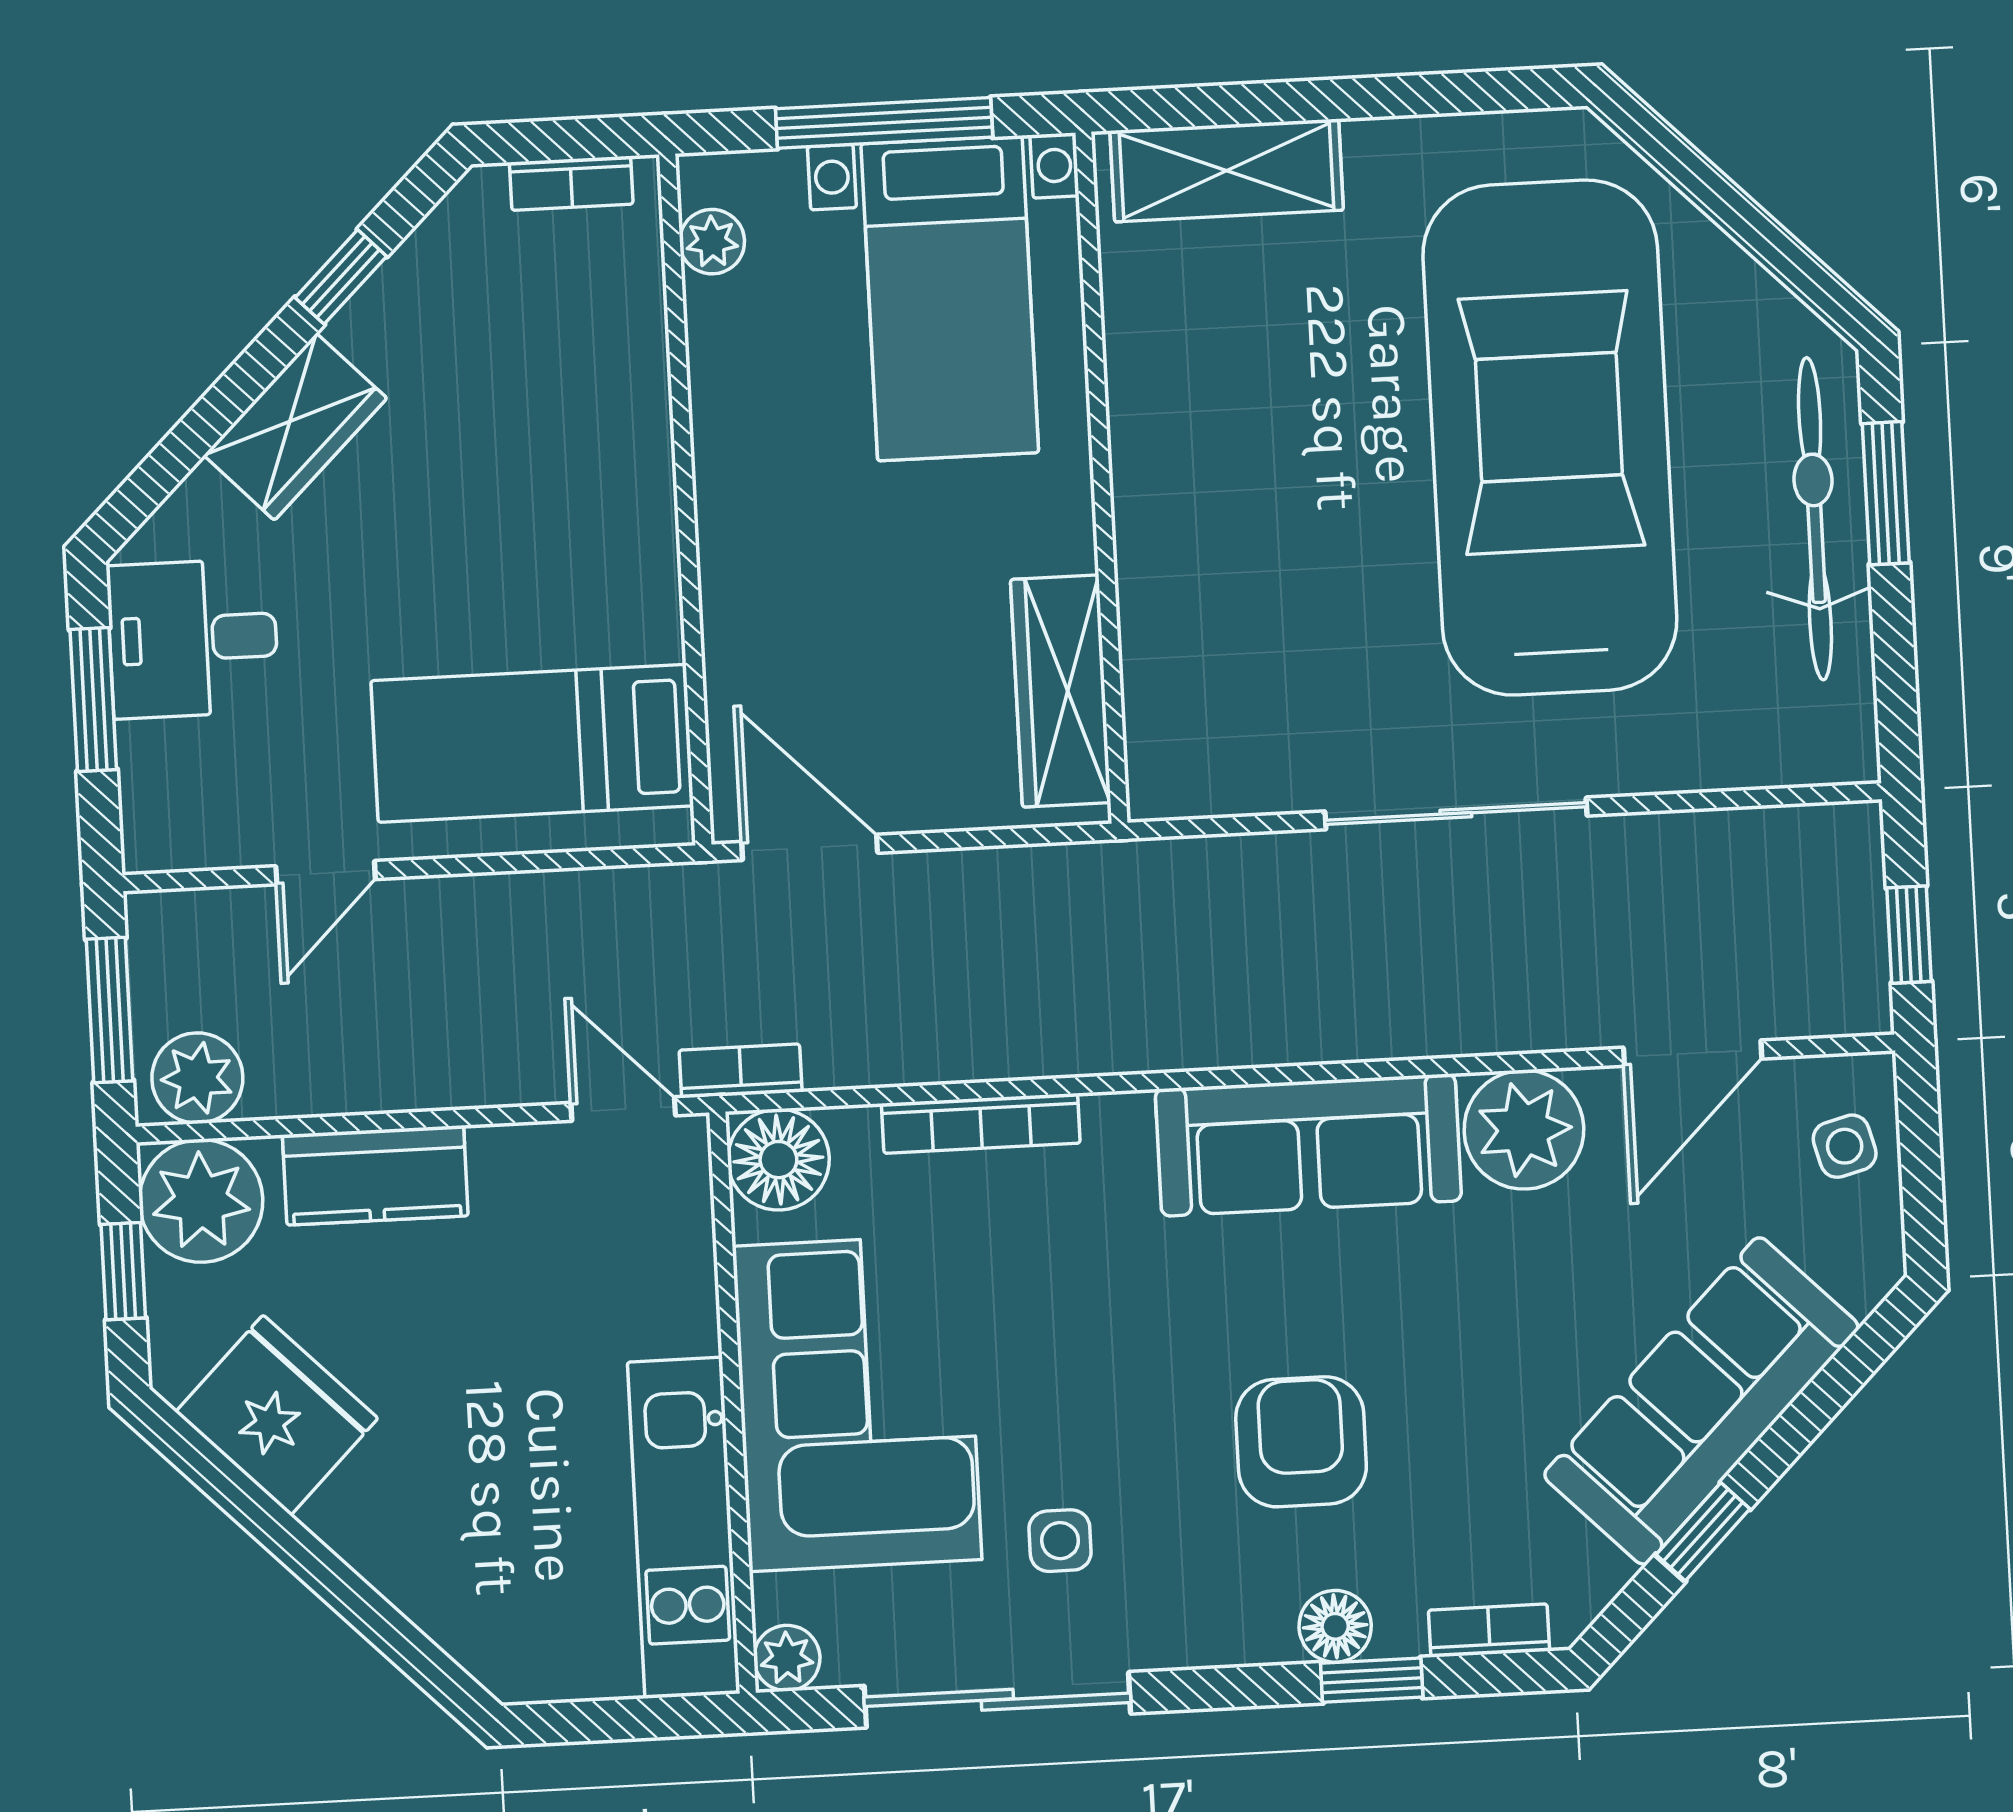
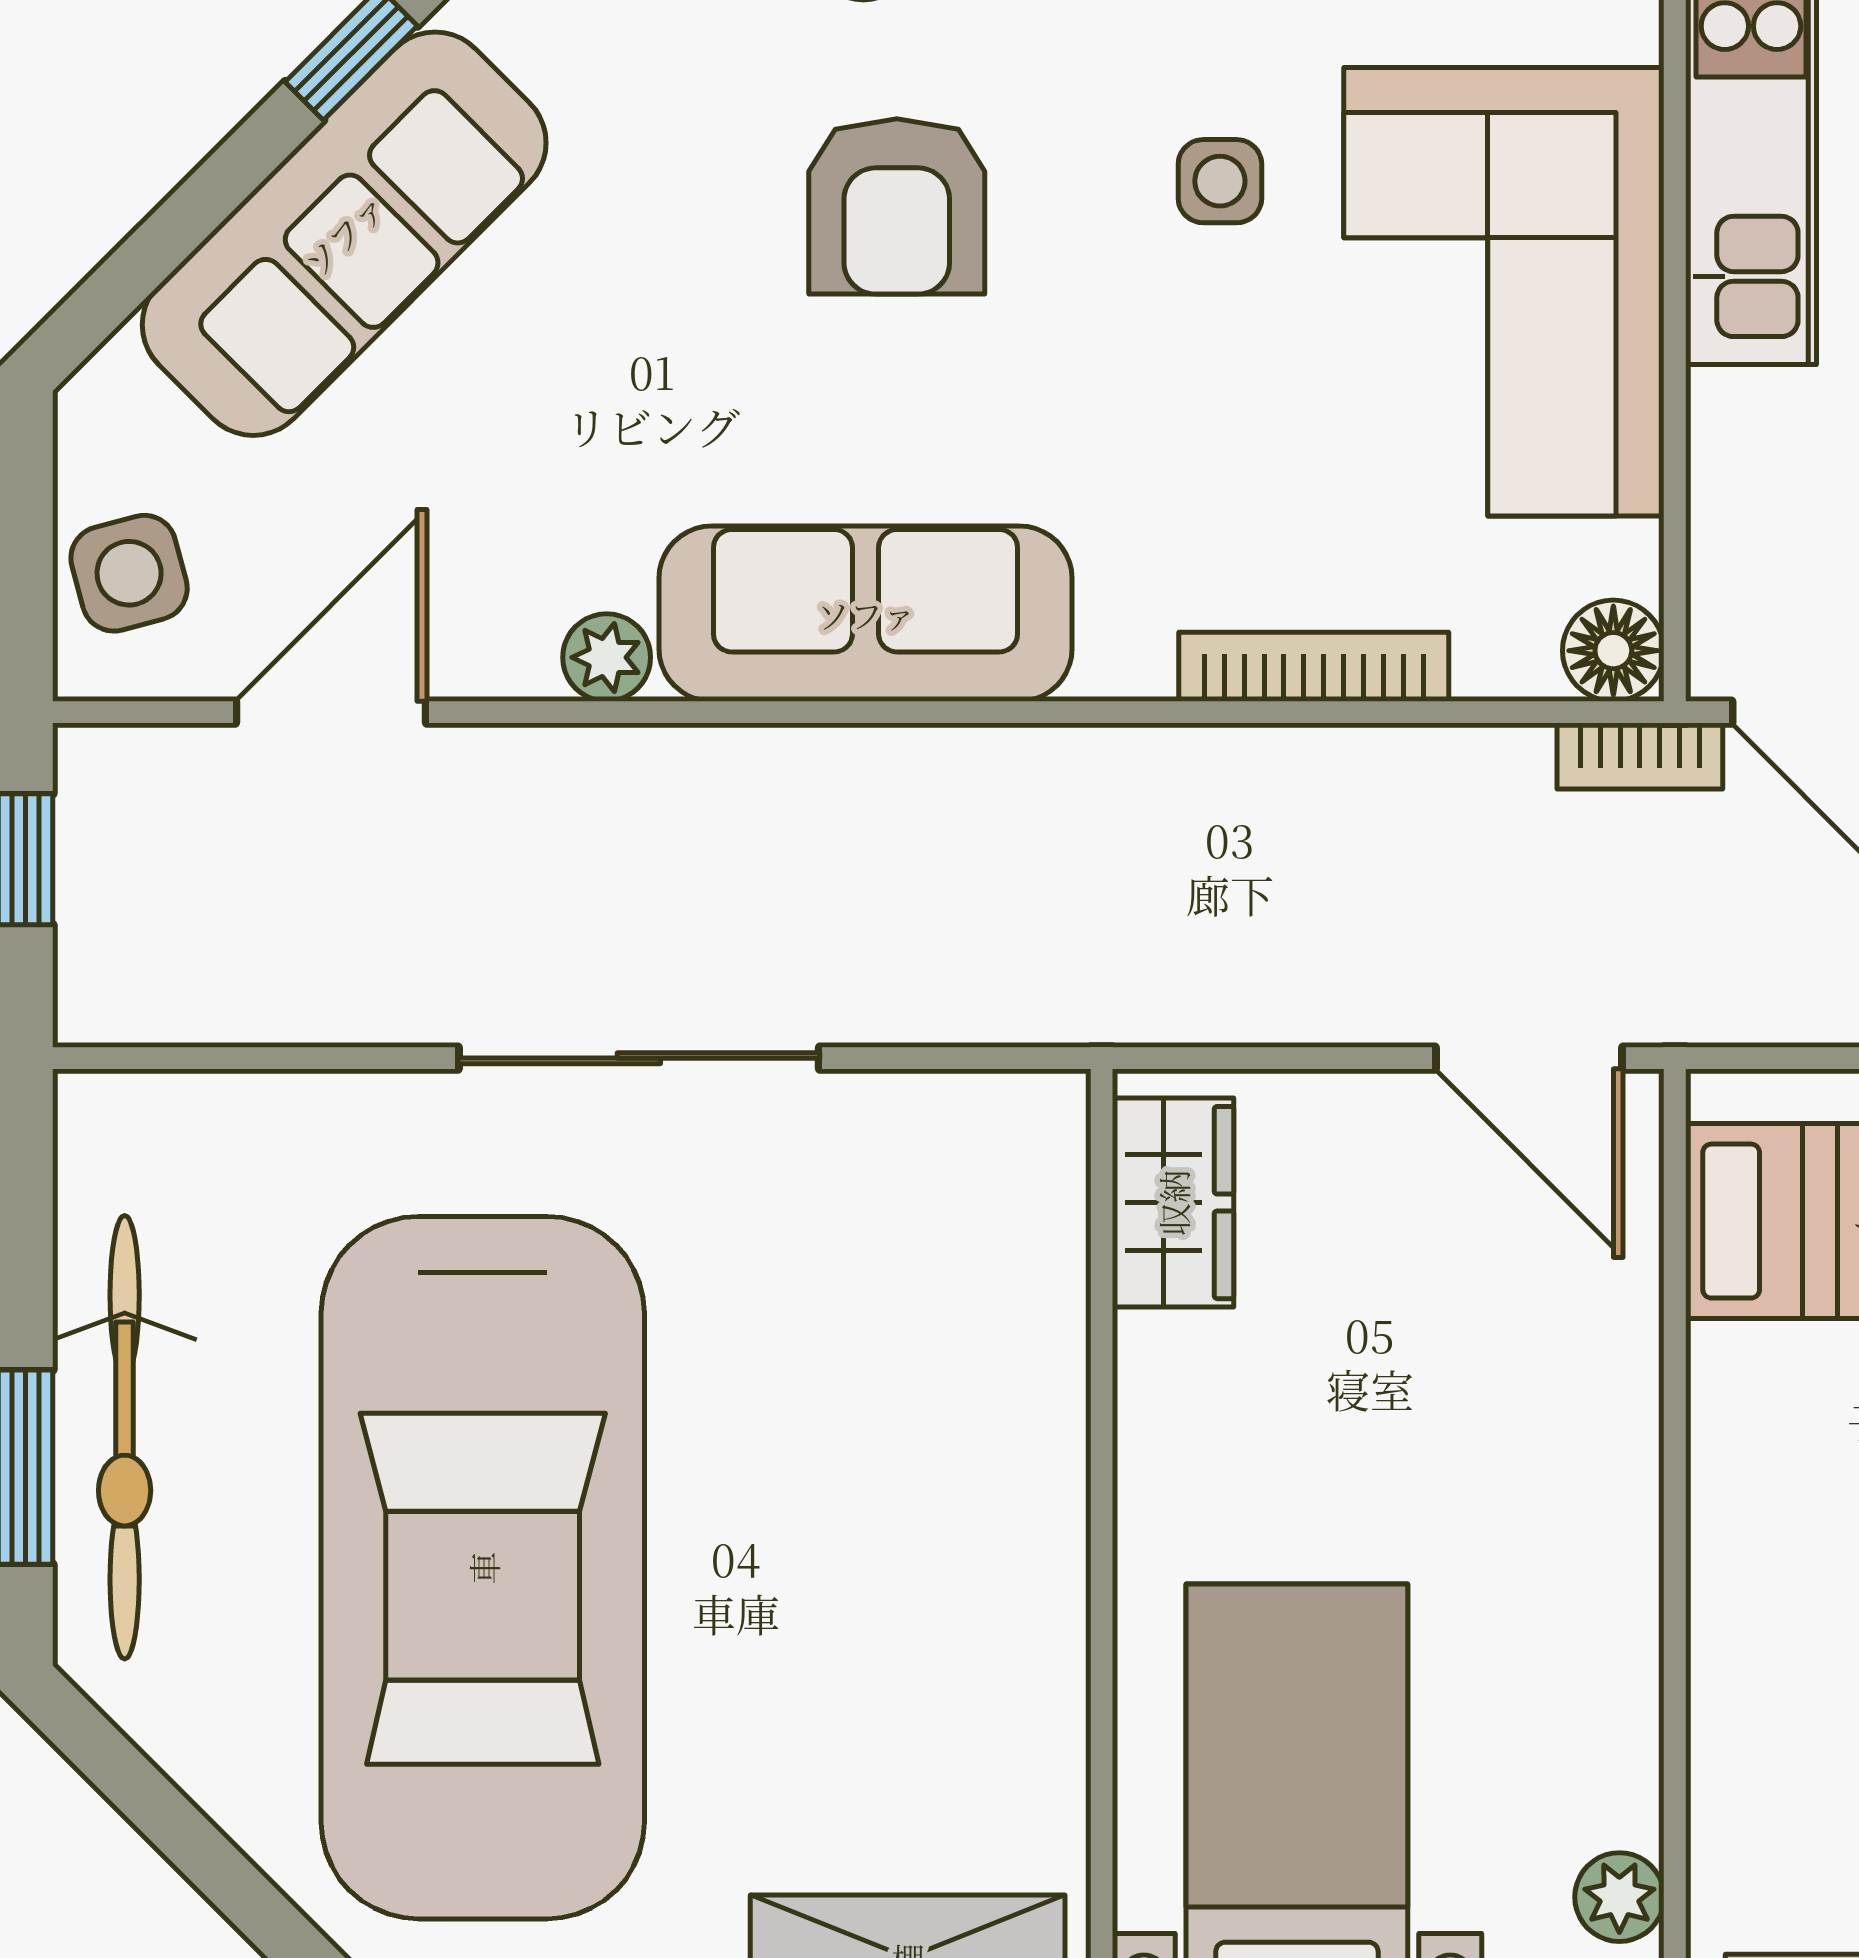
wardrobe: (1061, 691) -> (1173, 1203), width x0.67
plant: (1524, 1130) -> (607, 657), width x0.53, depth x0.53
side table: (1845, 1146) -> (129, 573), width x1.37, depth x1.37
floor lamp: (778, 1160) -> (1613, 651), width x0.73, depth x0.73
side table: (1060, 1541) -> (1220, 181), moved

